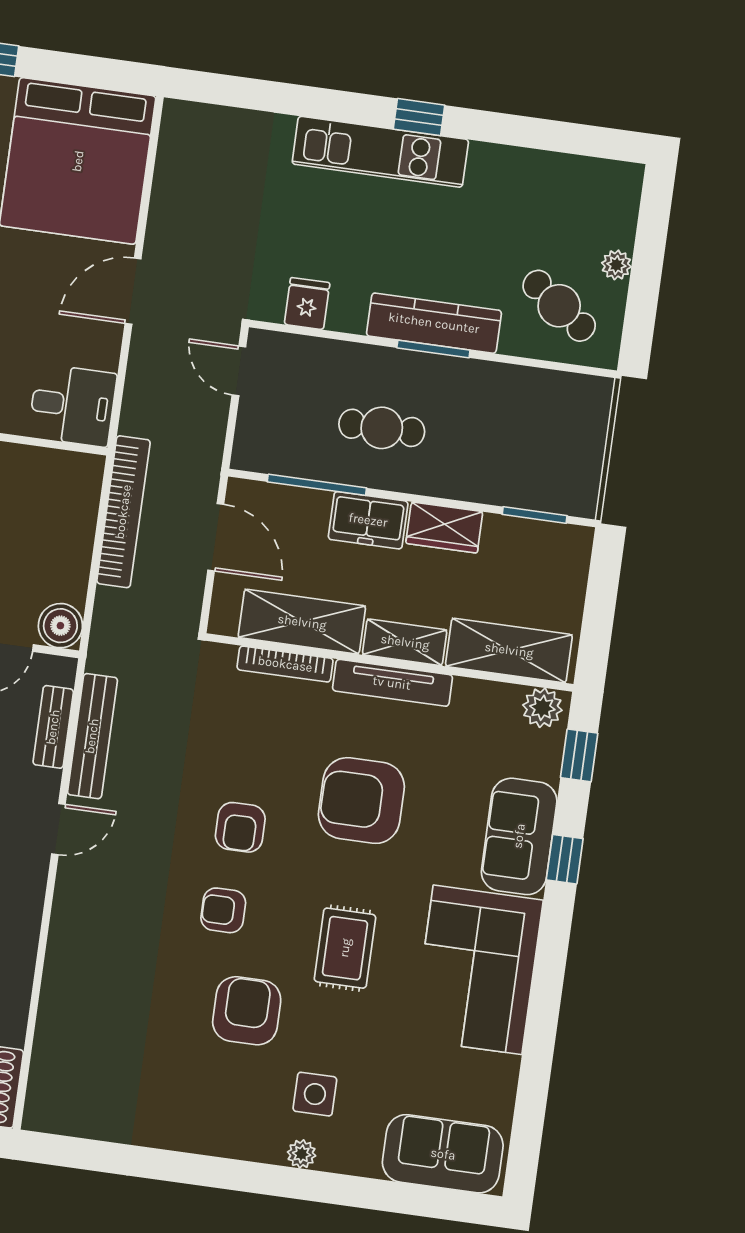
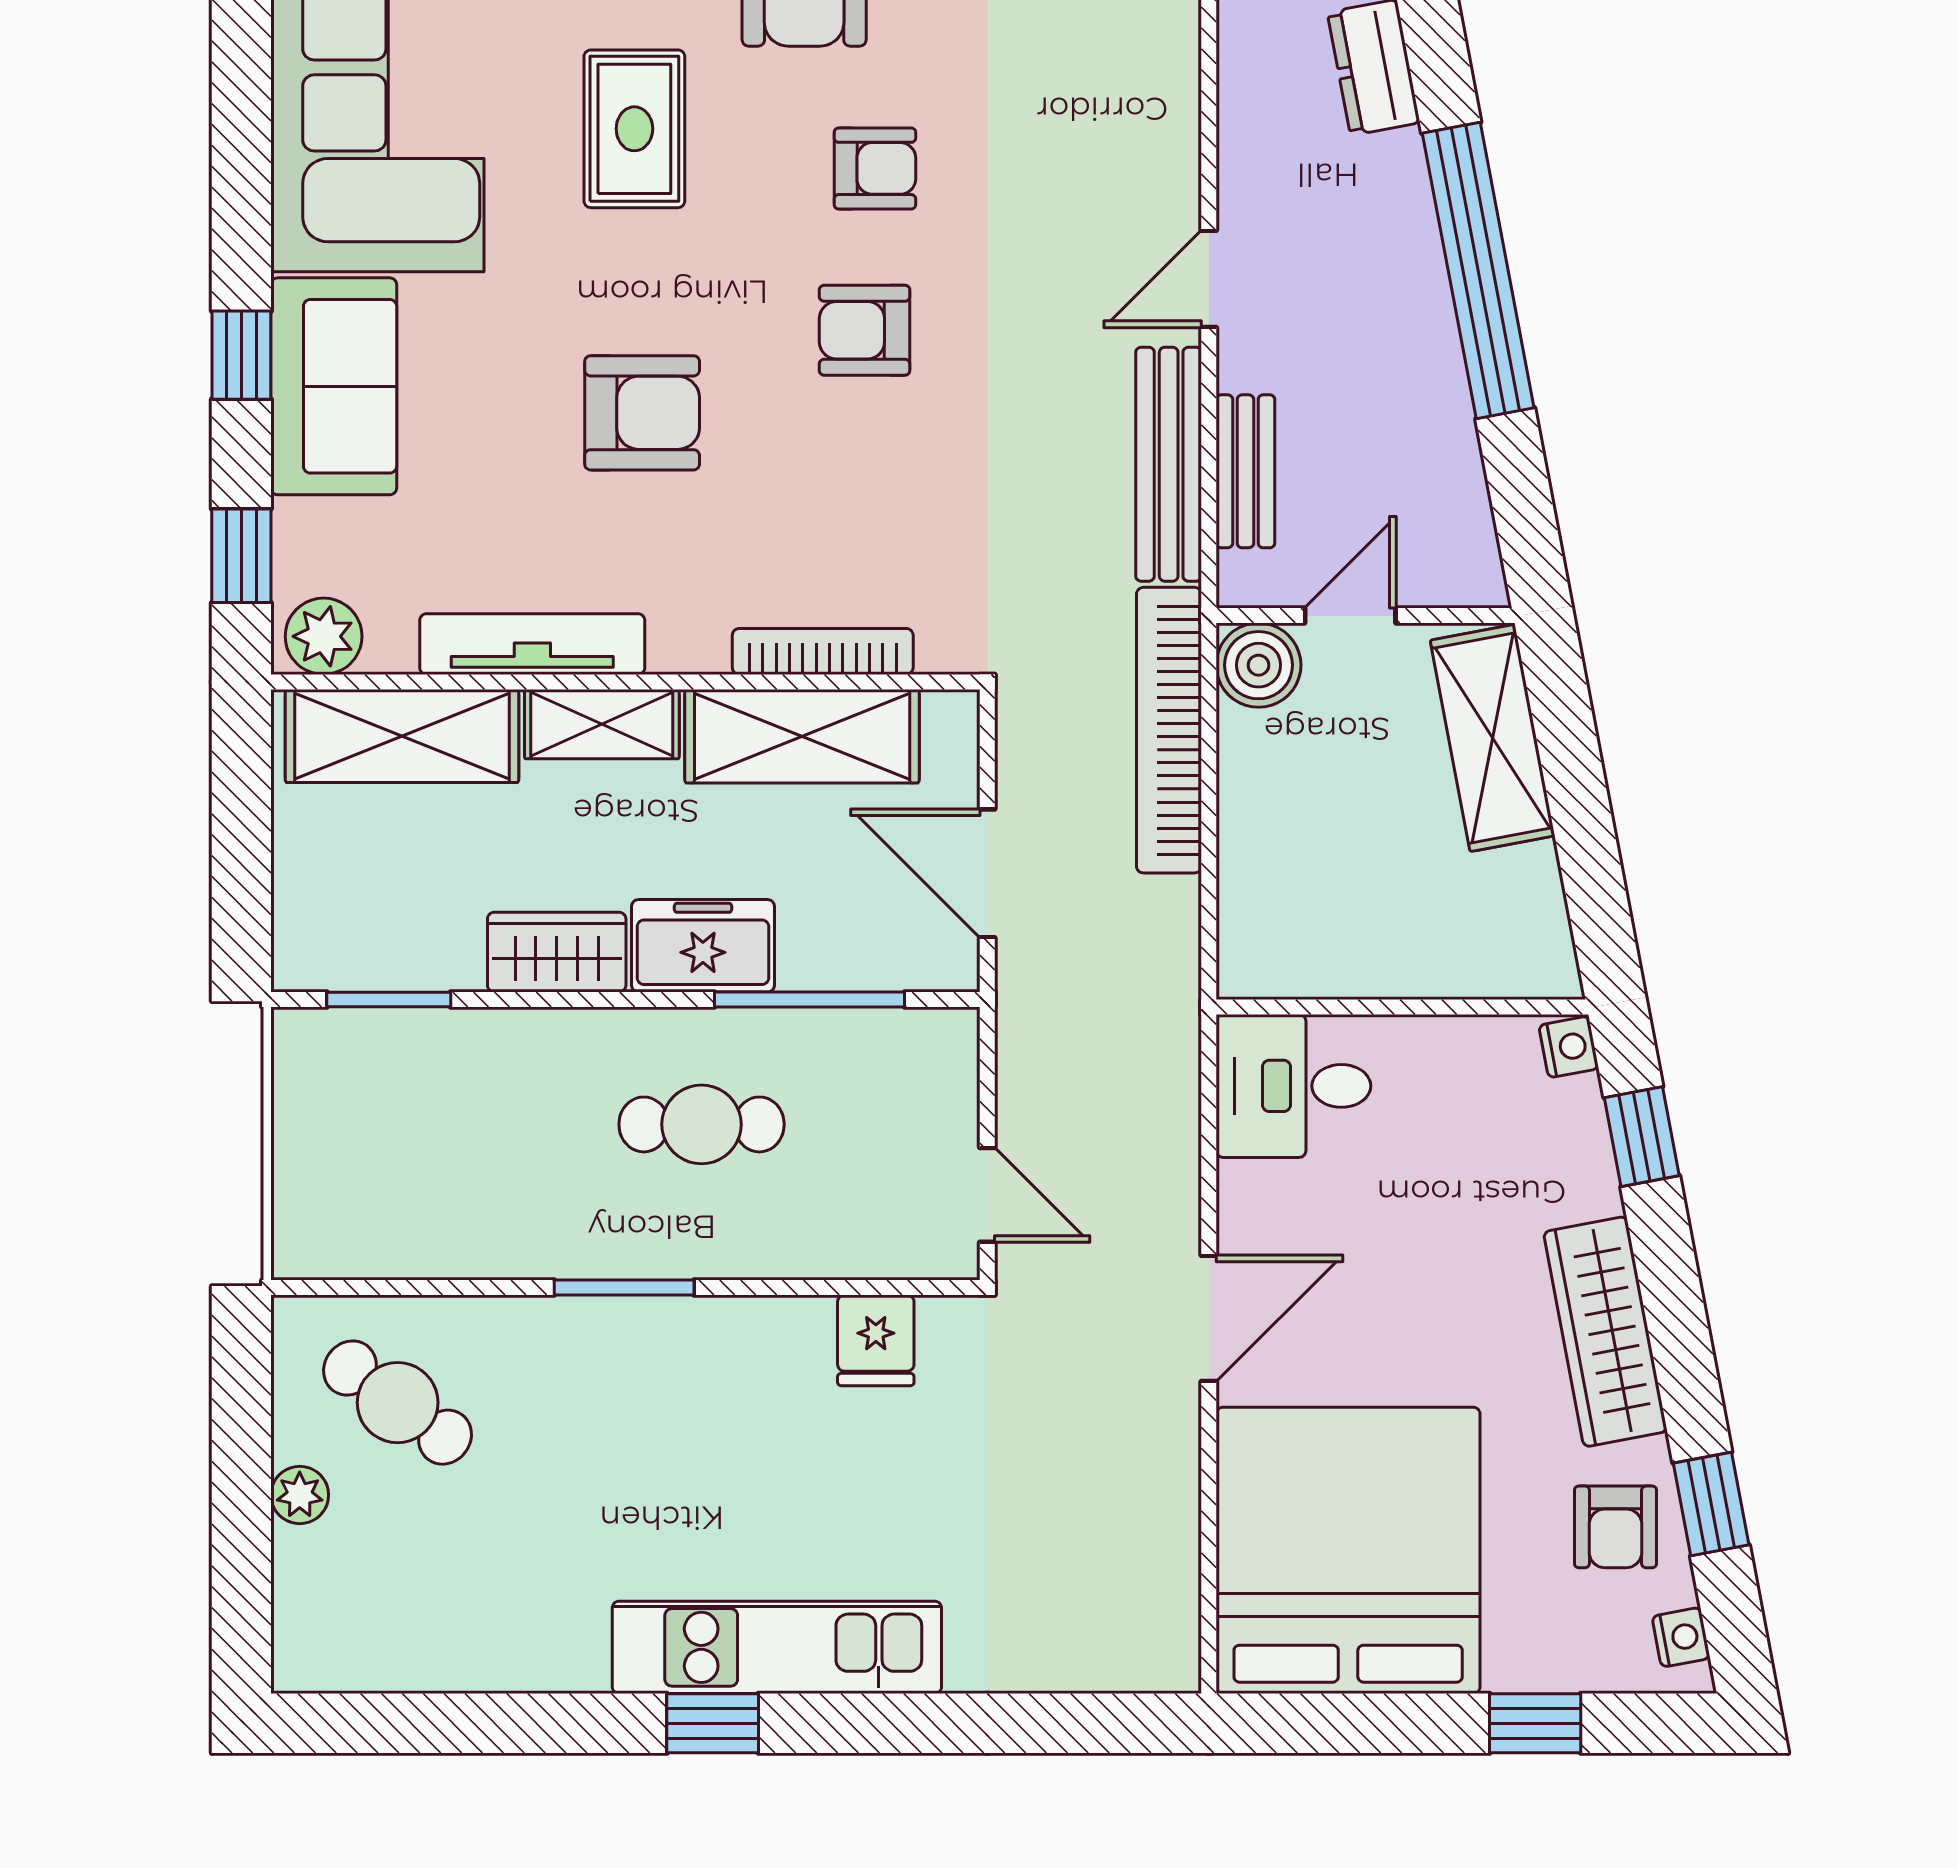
kitchen counter: (434, 323) -> (630, 1337), removed
bookcase: (123, 512) -> (1169, 730), moved
tv unit: (392, 683) -> (532, 644), moved
armchair: (361, 801) -> (642, 413), width x0.73, depth x0.73
armchair: (240, 827) -> (865, 330), turned -90

